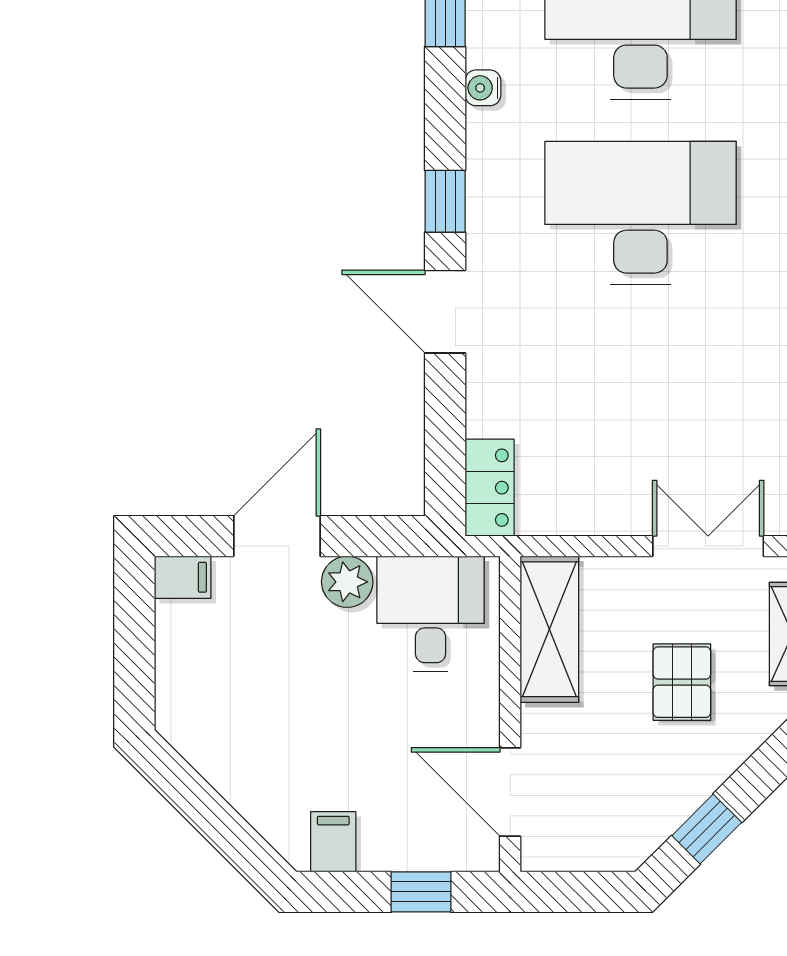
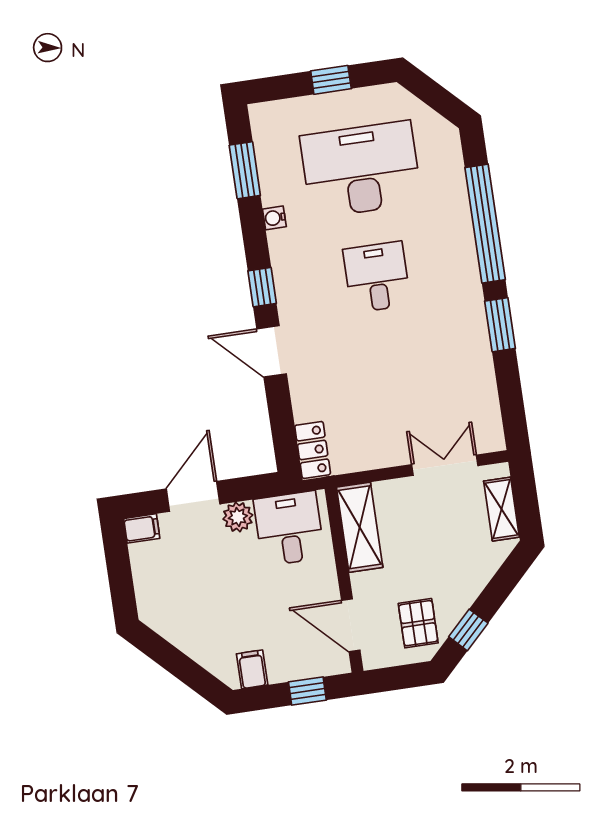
desk: (640, 213) -> (377, 277), width x0.53, depth x0.77
pallet: (682, 682) -> (418, 623), moved

